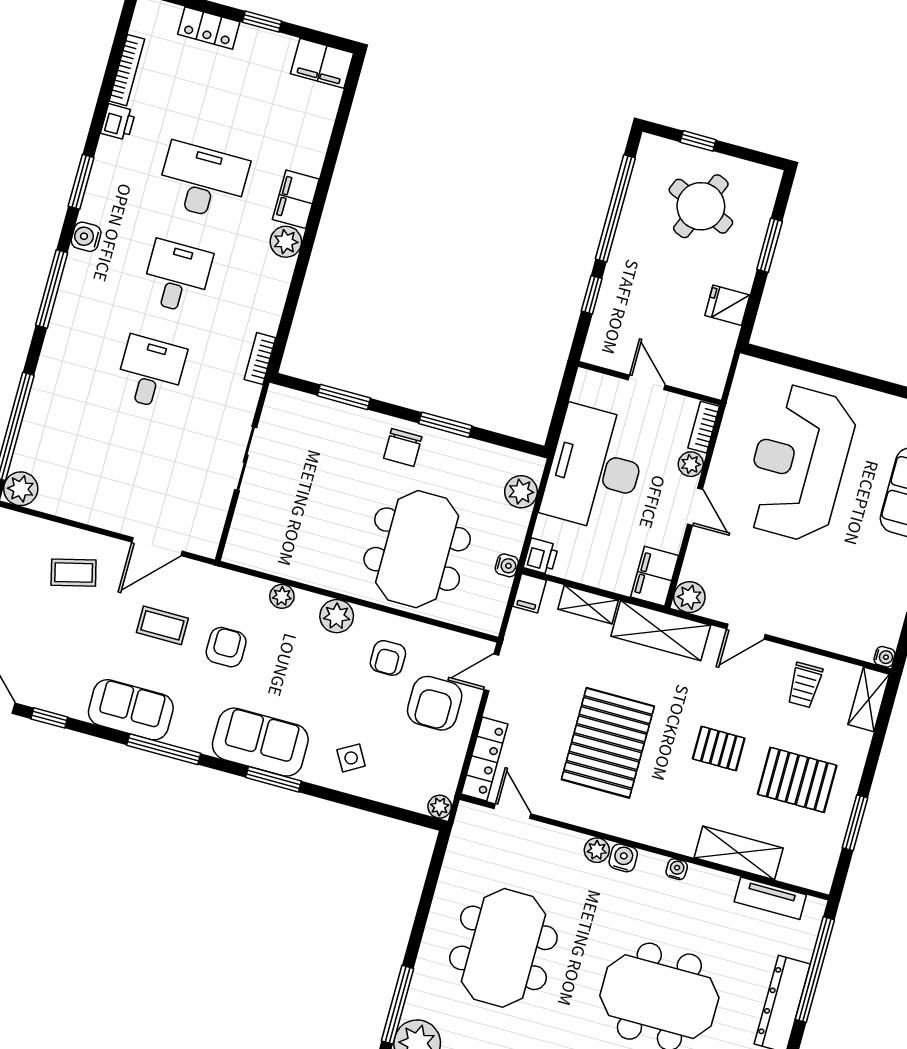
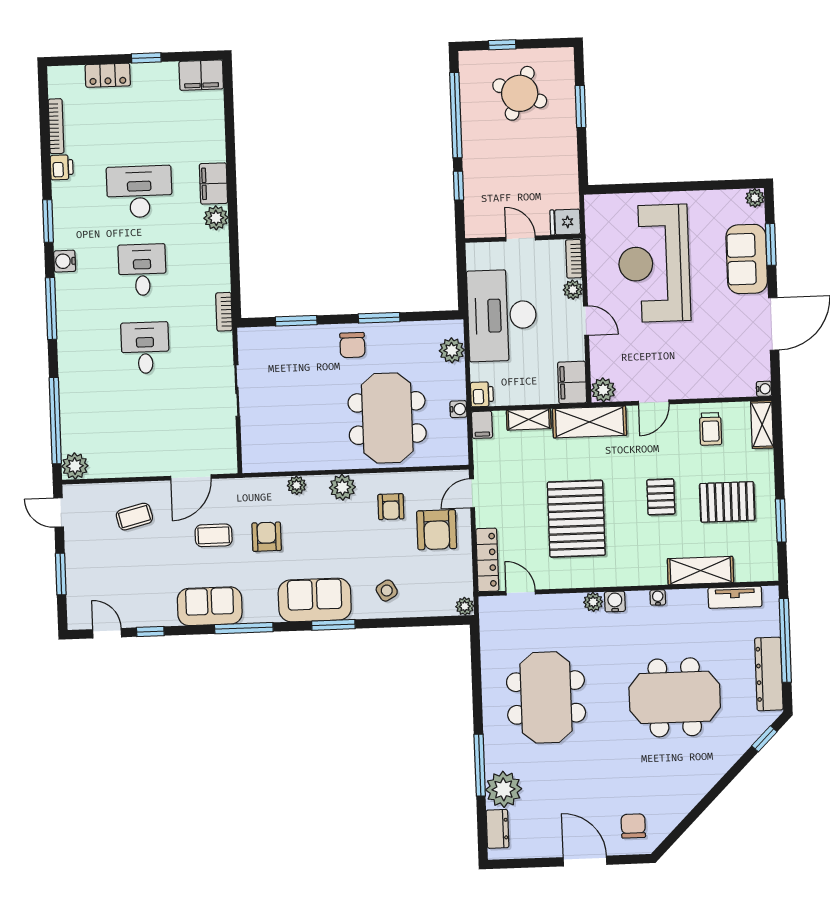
fridge: (727, 305) -> (565, 222), moved
pallet: (719, 749) -> (661, 497), turned 90

